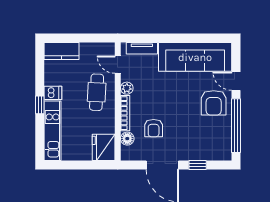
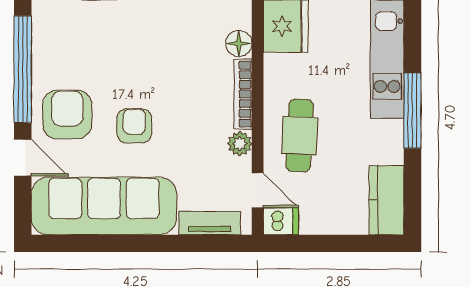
kitchen counter: (62, 51) -> (387, 200), moved, turned -90
dishwasher: (53, 93) -> (281, 221), moved, turned 180
window: (40, 105) -> (412, 111), width x2.17
armchair: (154, 128) -> (134, 126), moved

